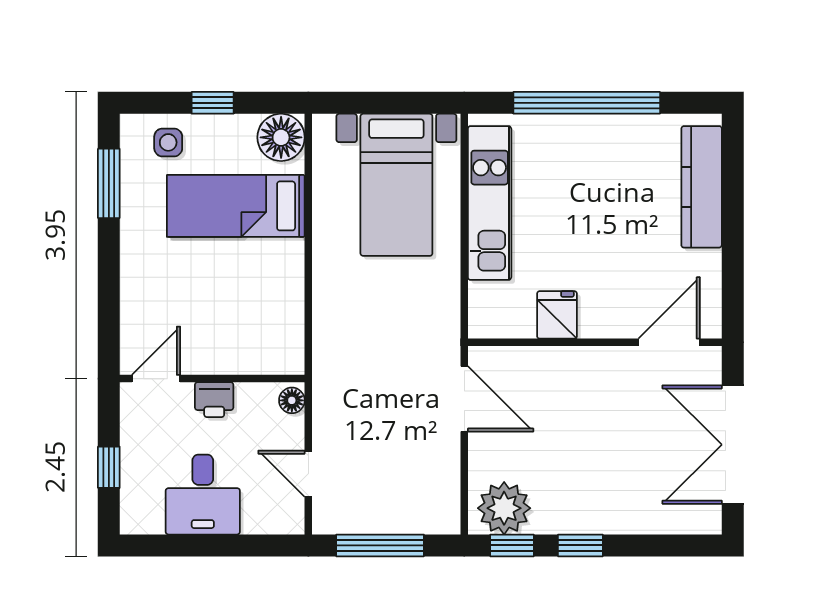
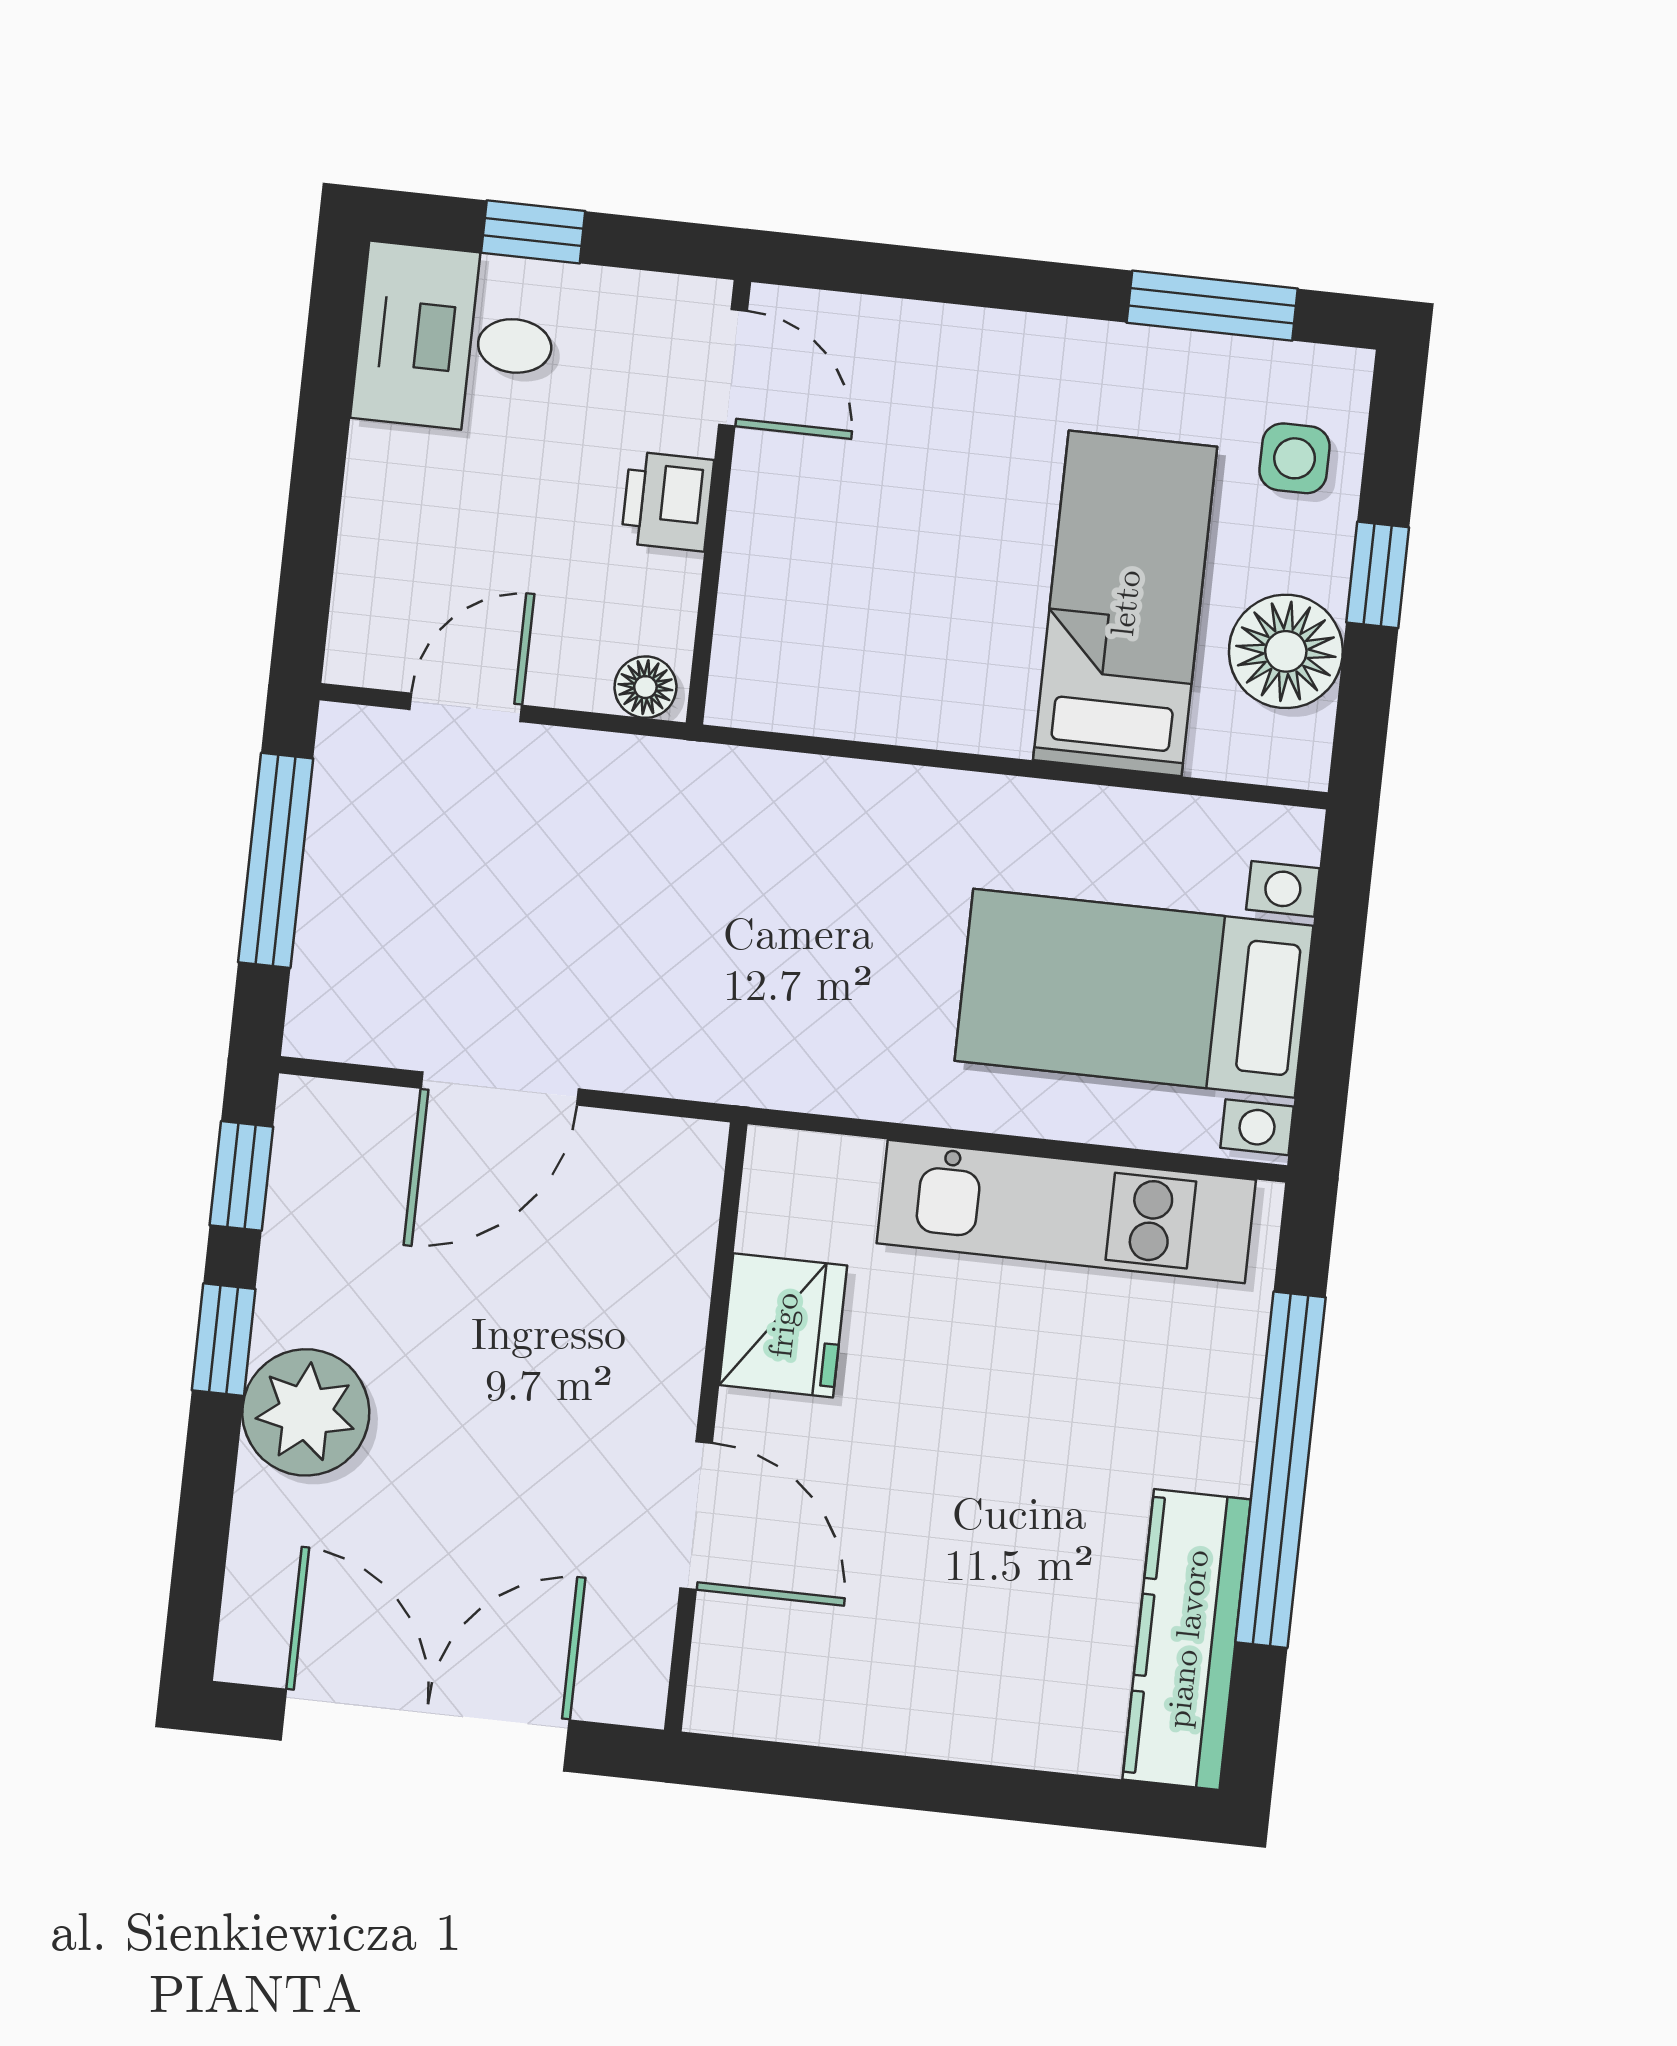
floor lamp: (281, 137) -> (1286, 651), moved
kitchen counter: (702, 187) -> (1187, 1639), moved, turned -90
fridge: (557, 315) -> (783, 1325), width x1.38
door: (669, 342) -> (696, 1515), moved
door: (464, 399) -> (500, 1089), moved
desk: (203, 495) -> (455, 339), moved
plant: (504, 508) -> (306, 1412), moved

